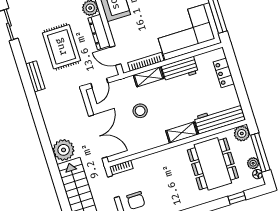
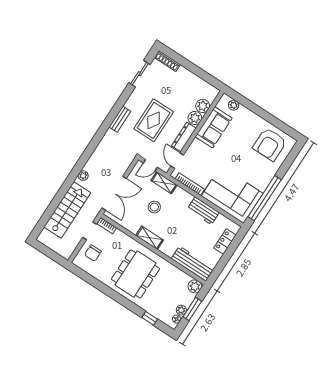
shelving: (148, 77) -> (164, 183), moved
shelving: (182, 133) -> (150, 238), moved
plant: (64, 150) -> (83, 176), width x0.53, depth x0.53
window: (260, 153) -> (192, 309), width x0.69
dining table: (213, 164) -> (135, 274), moved

